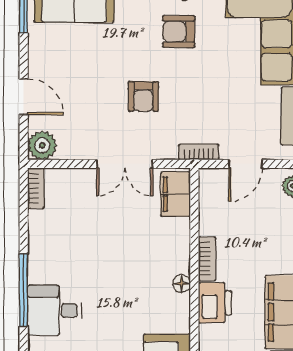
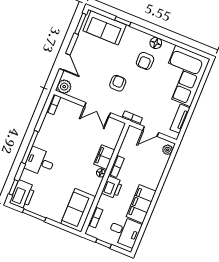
armchair: (179, 32) -> (145, 61), turned -90
armchair: (143, 96) -> (118, 83), turned 180
filing cabinet: (176, 194) -> (104, 157), moved

